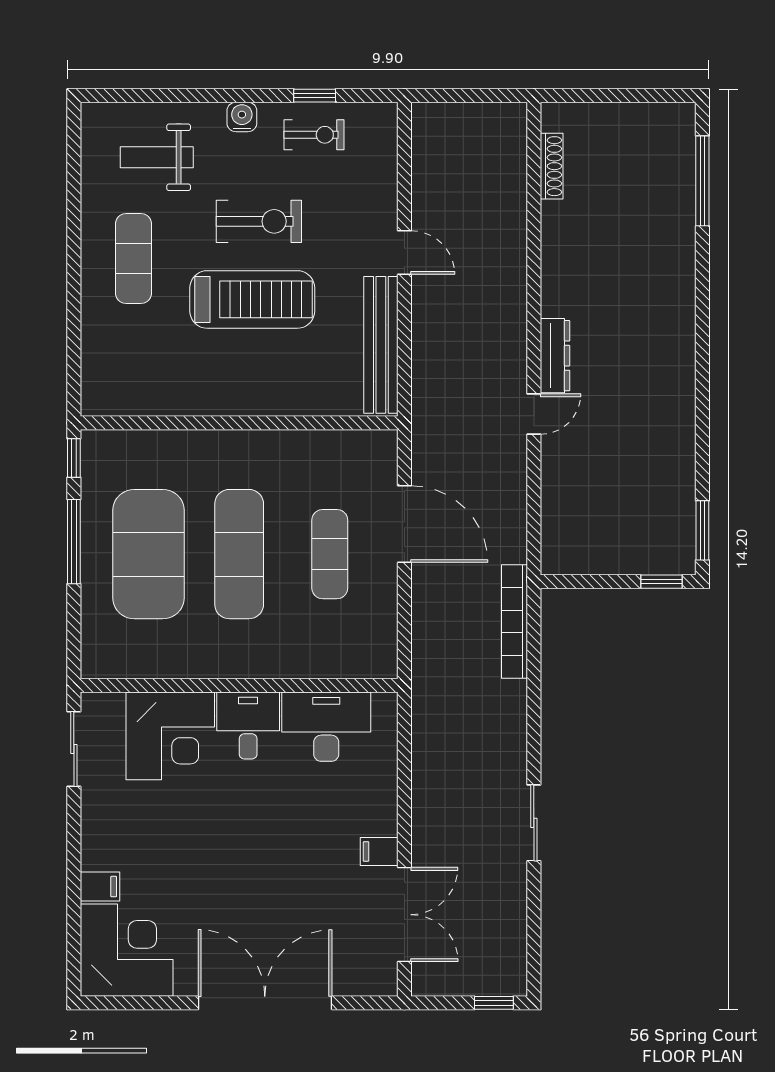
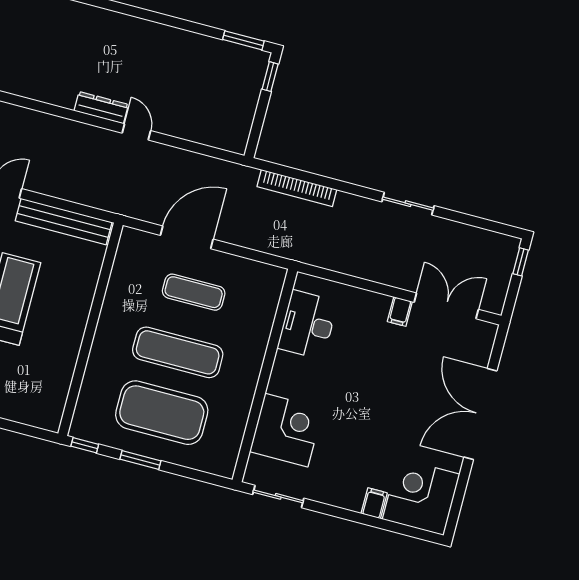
window: (74, 542) -> (140, 460), width x0.69
bookcase: (515, 621) -> (297, 188), moved
desk: (248, 726) -> (293, 377), removed

